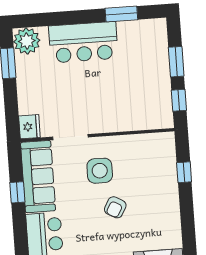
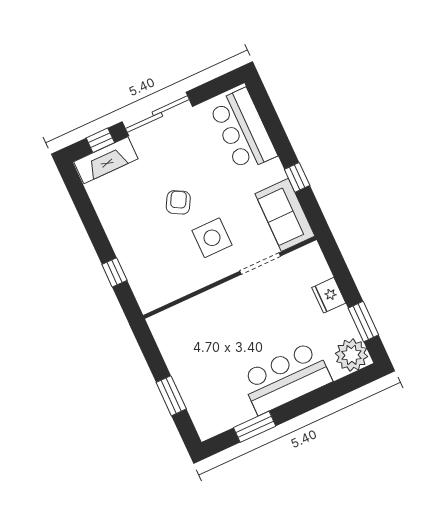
window: (179, 100) -> (151, 353), removed
fridge: (29, 127) -> (329, 295), moved
sofa: (38, 177) -> (285, 215), width x0.73

